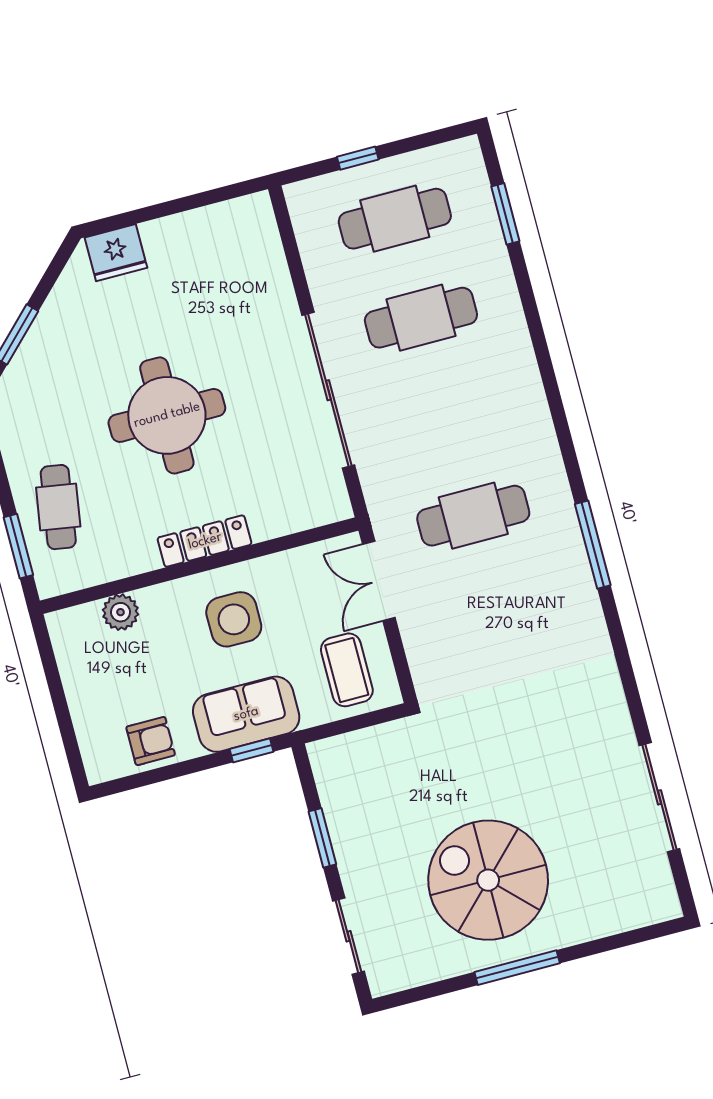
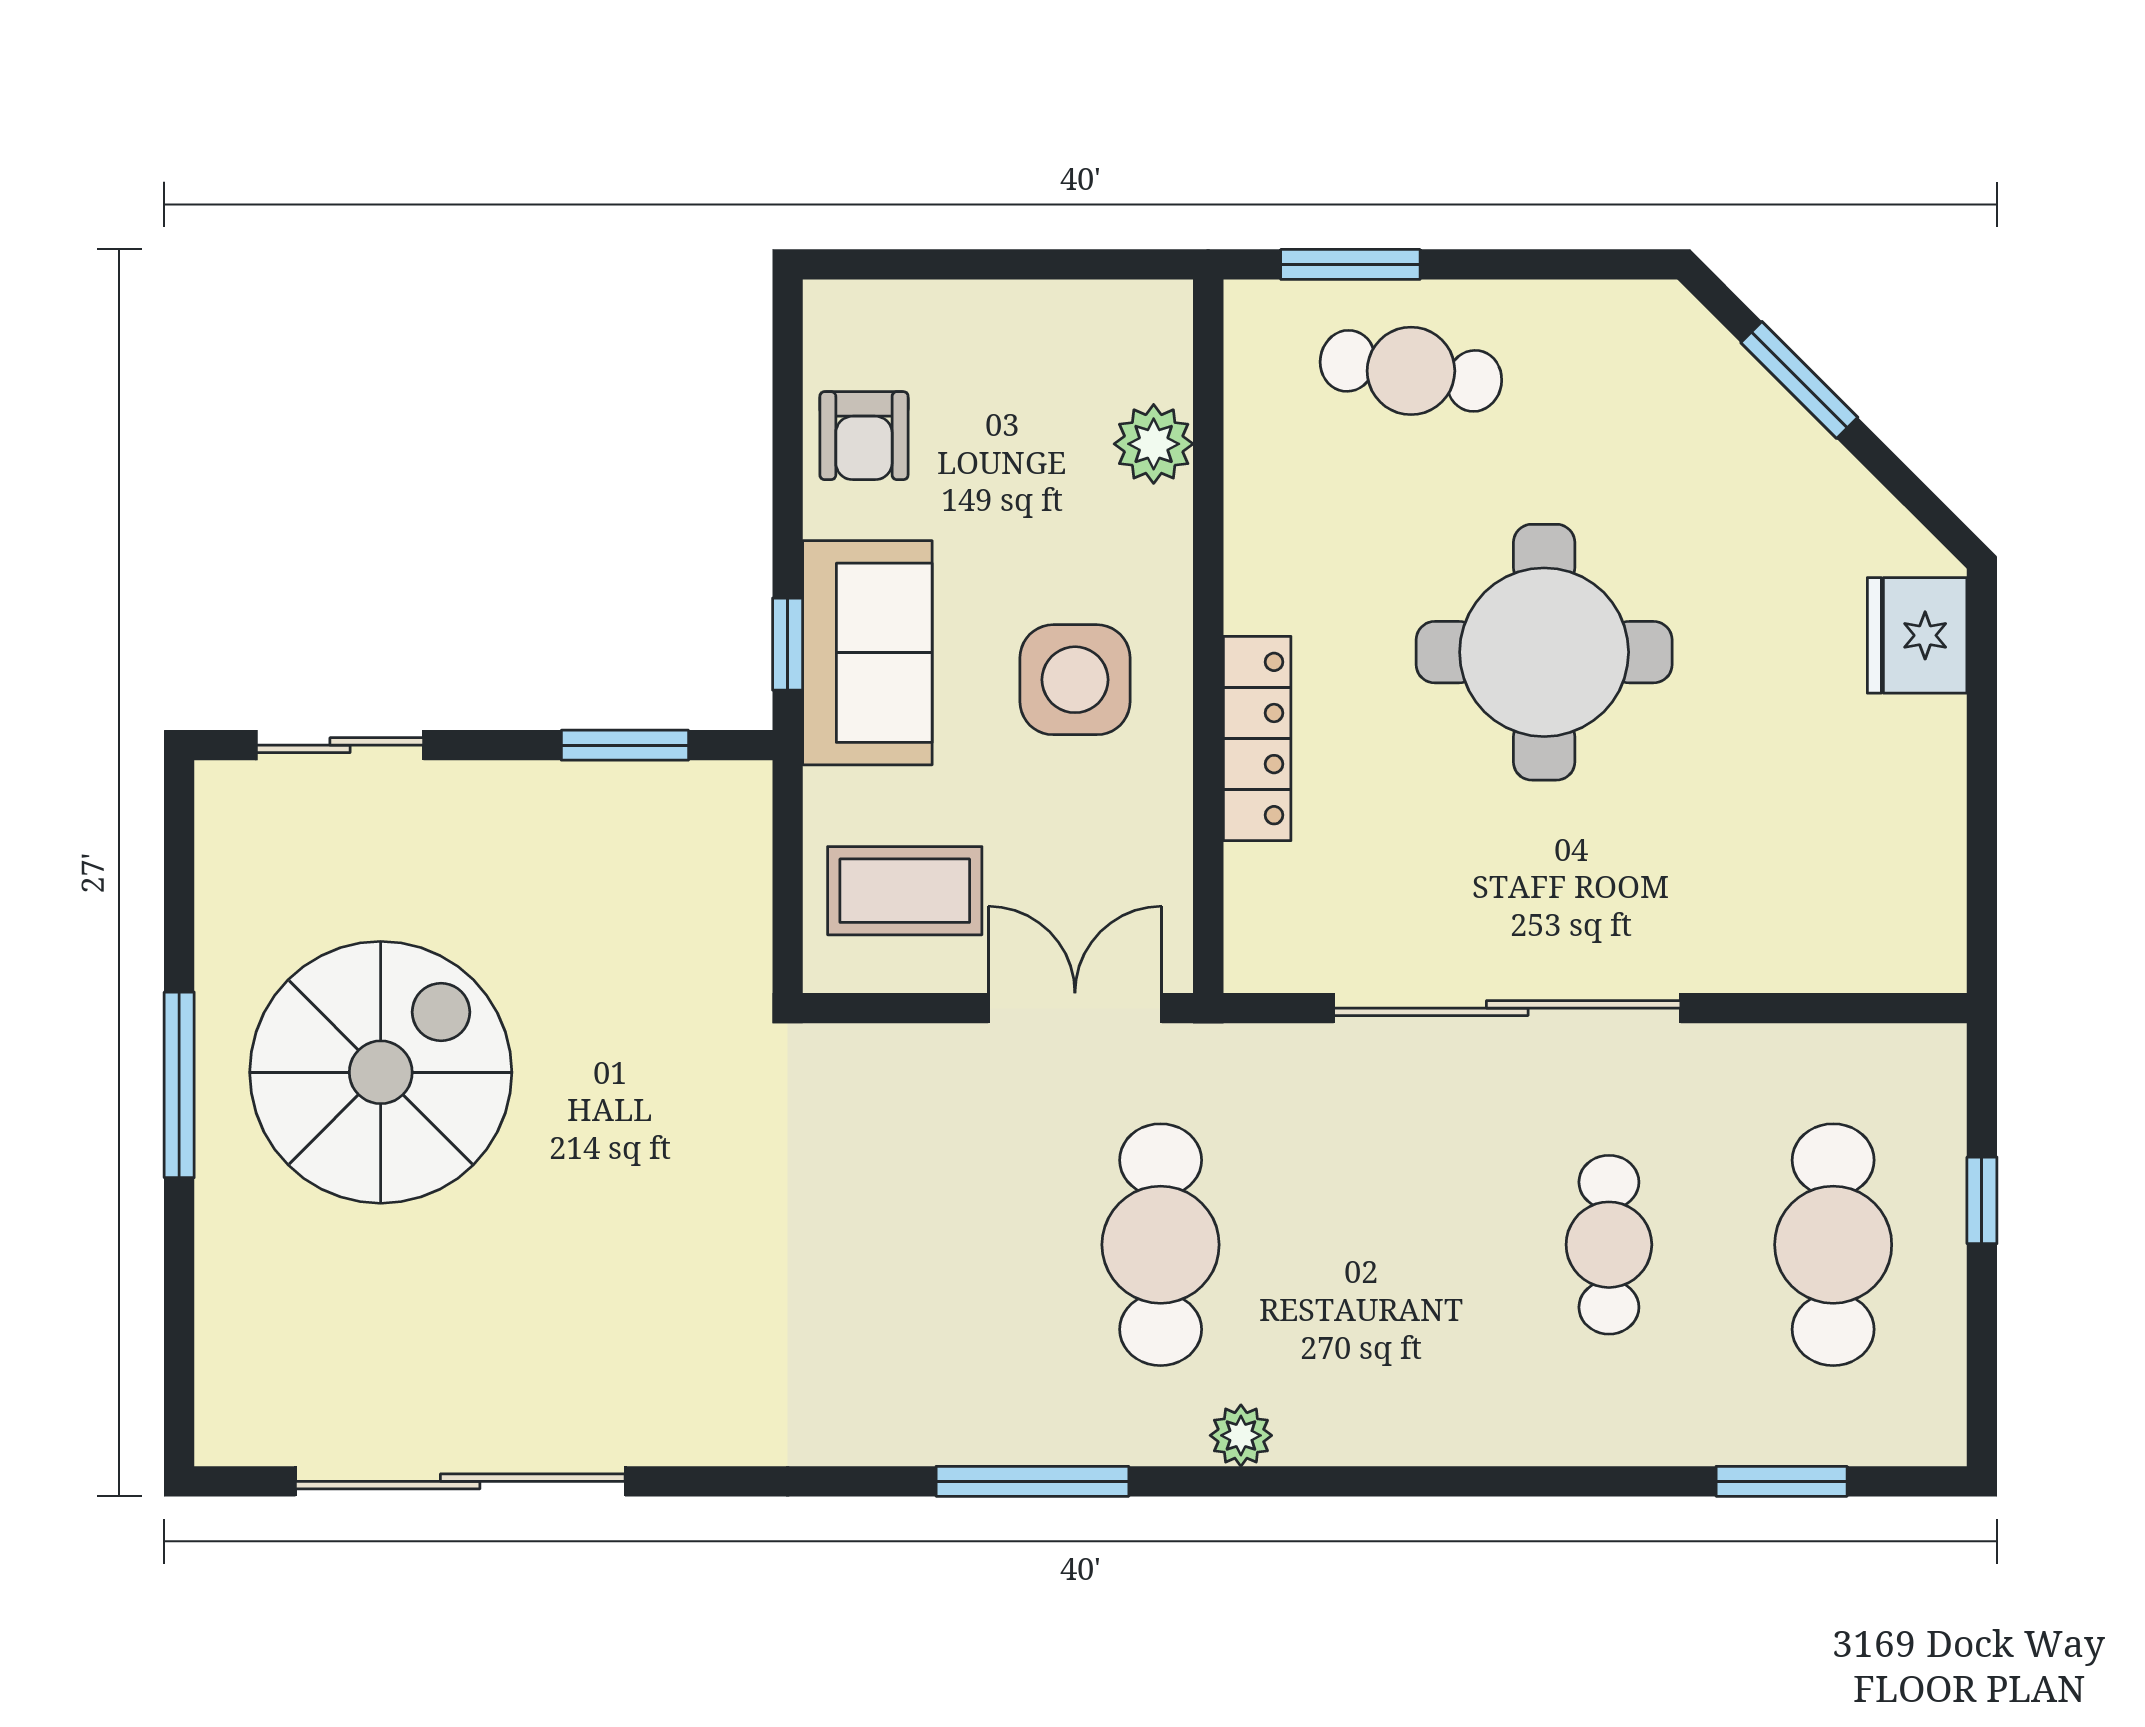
cafe table: (421, 318) -> (1609, 1245), width x0.73, depth x0.74
plant: (548, 458) -> (1241, 1435), added
locker: (205, 541) -> (1257, 739), moved
sliding door: (659, 797) -> (460, 1481), width x1.36
window: (322, 838) -> (625, 745), moved

